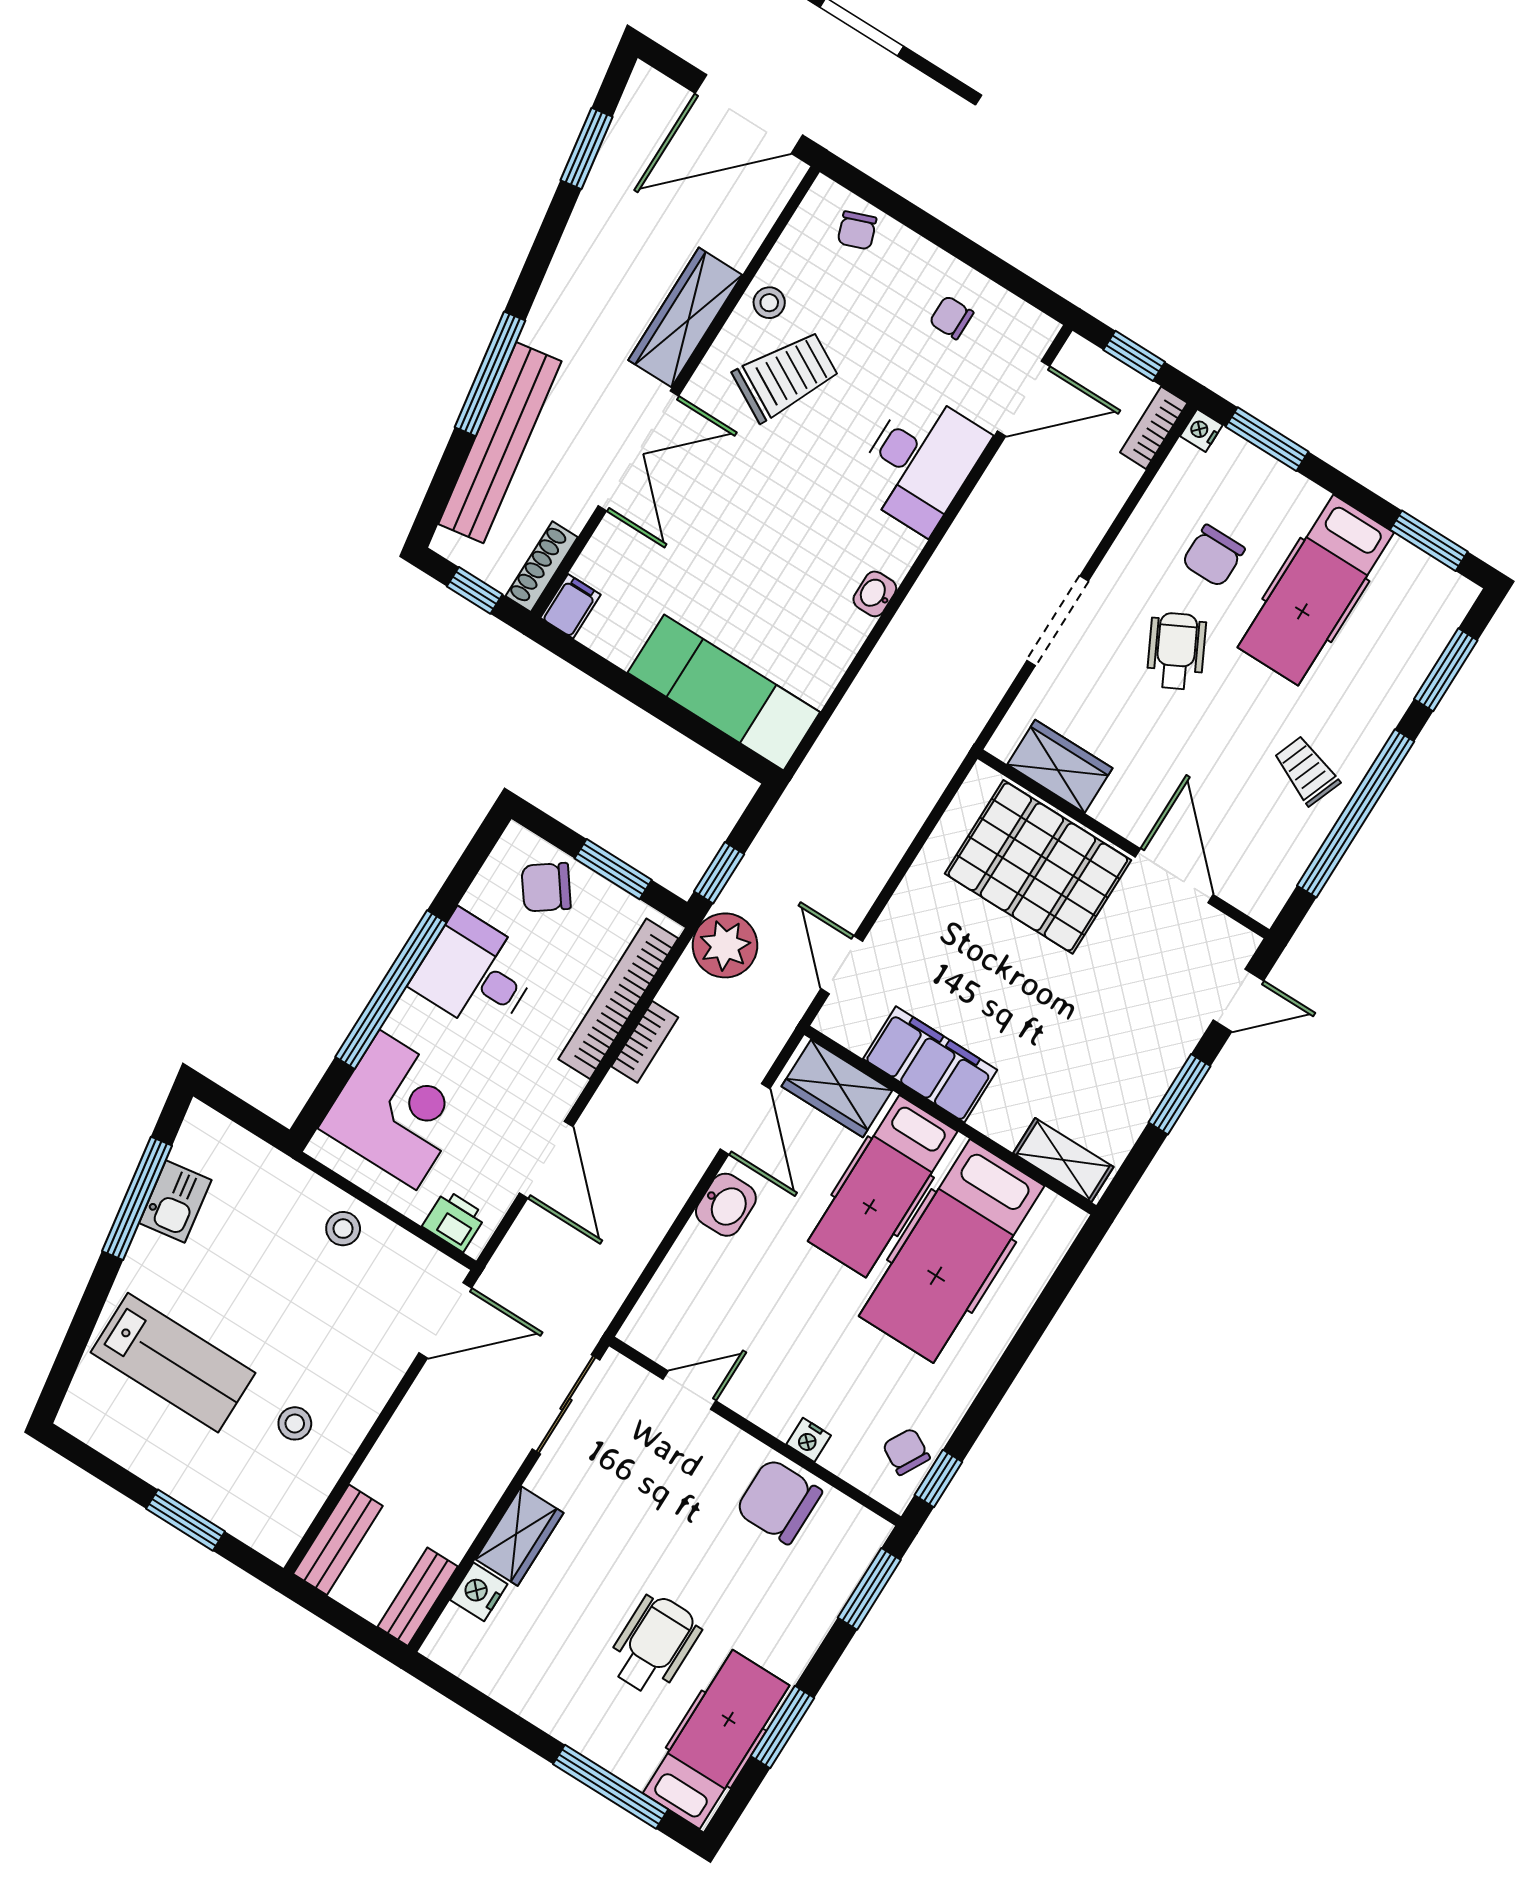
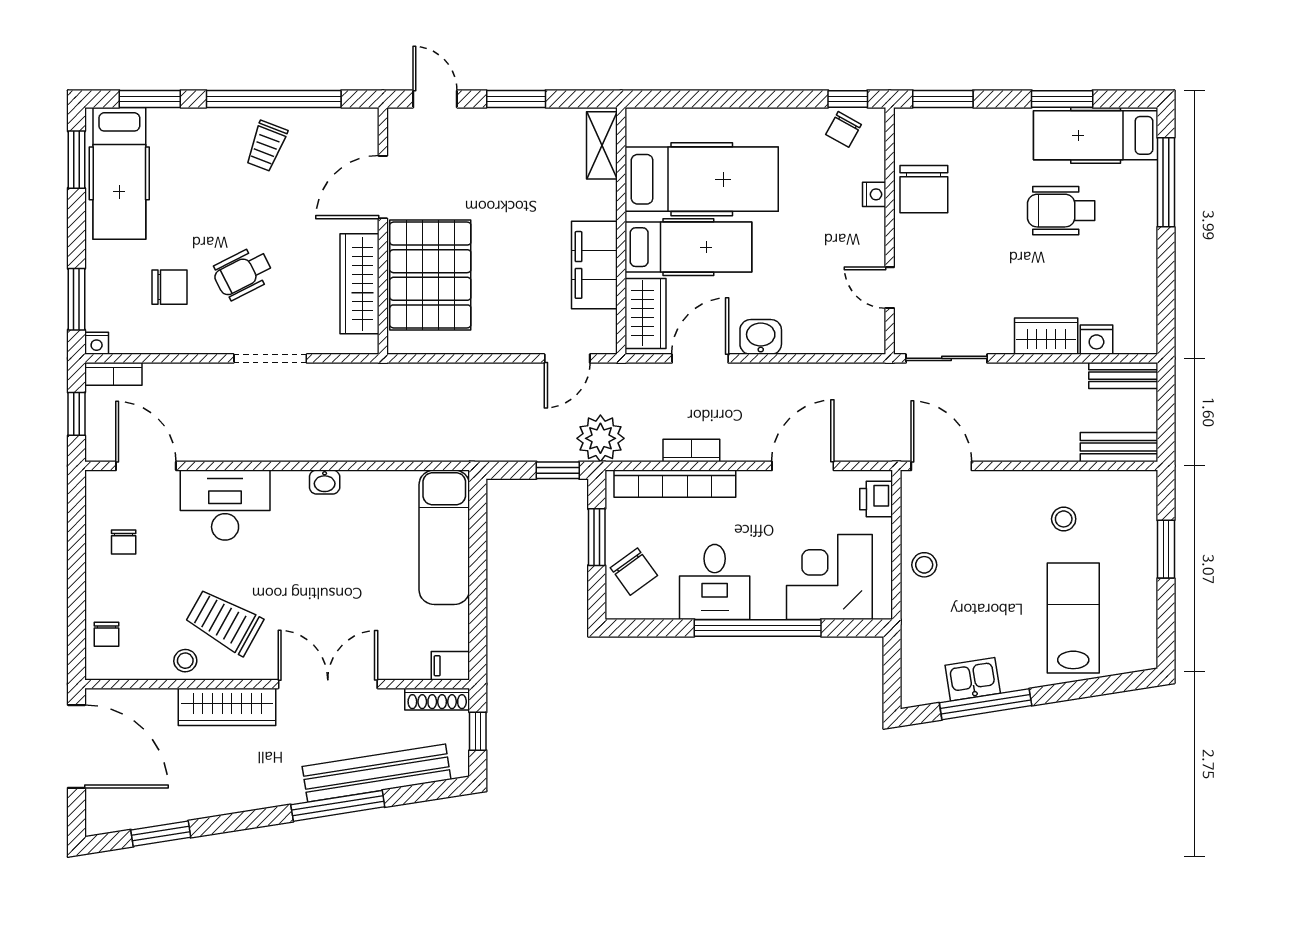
chair: (857, 230) -> (106, 634), turned 110
hospital bed: (1316, 590) -> (119, 173), moved, turned 90
wardrobe: (1060, 766) -> (359, 284), width x1.50

